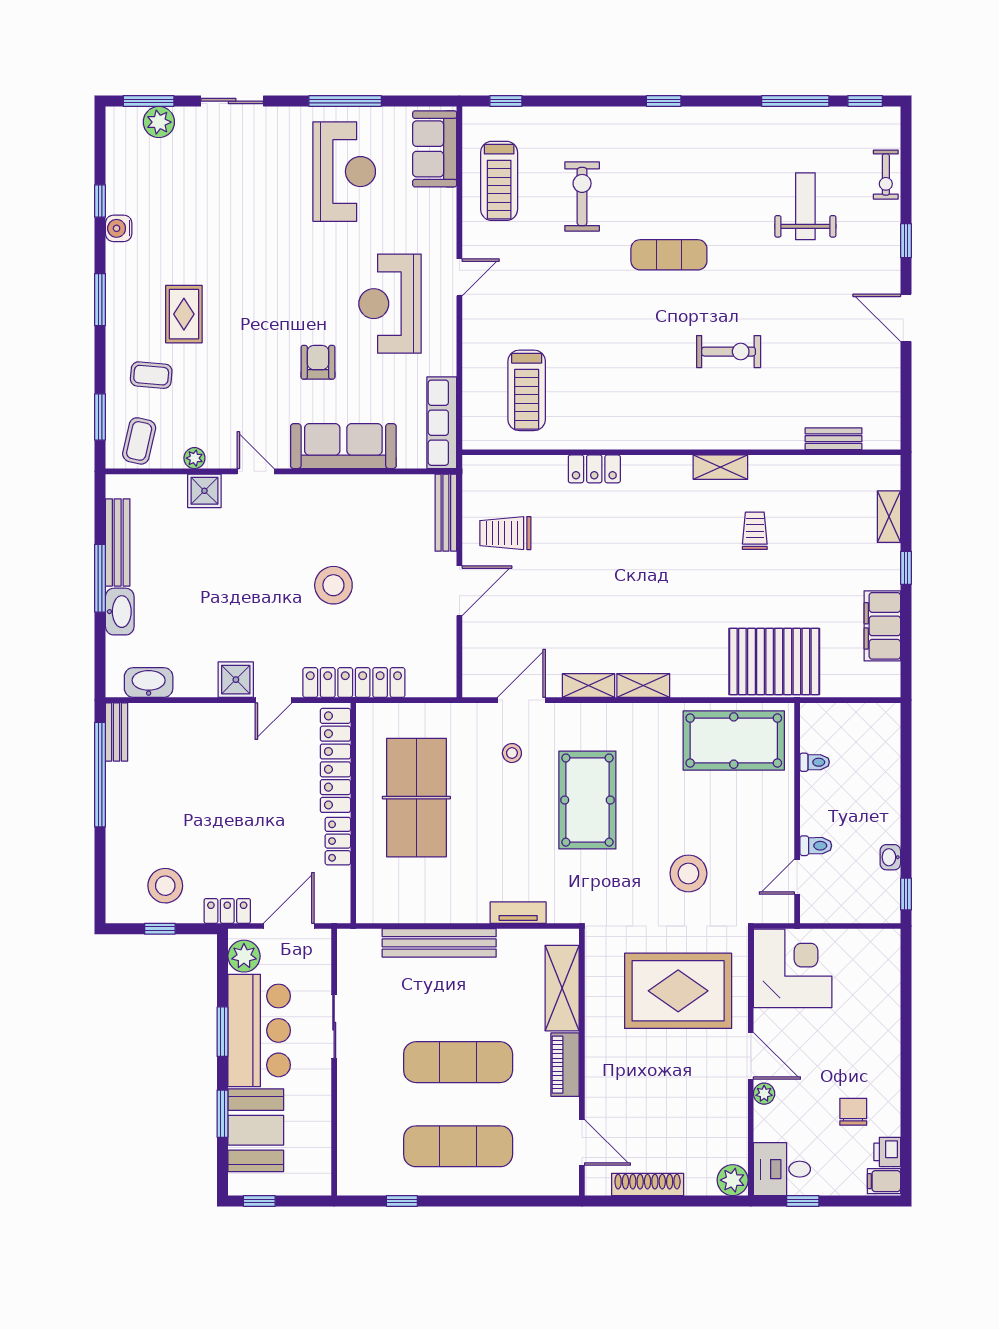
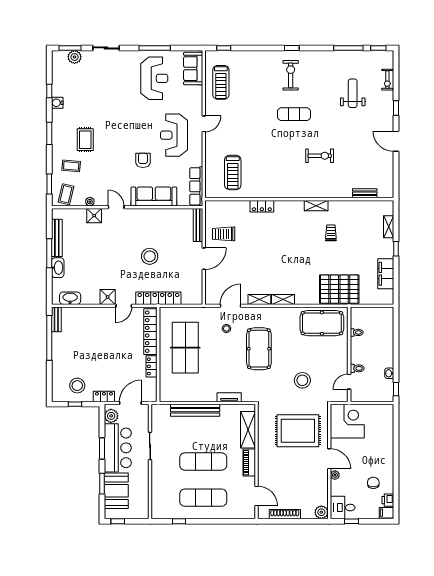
exercise bike: (582, 197) -> (291, 75), moved

